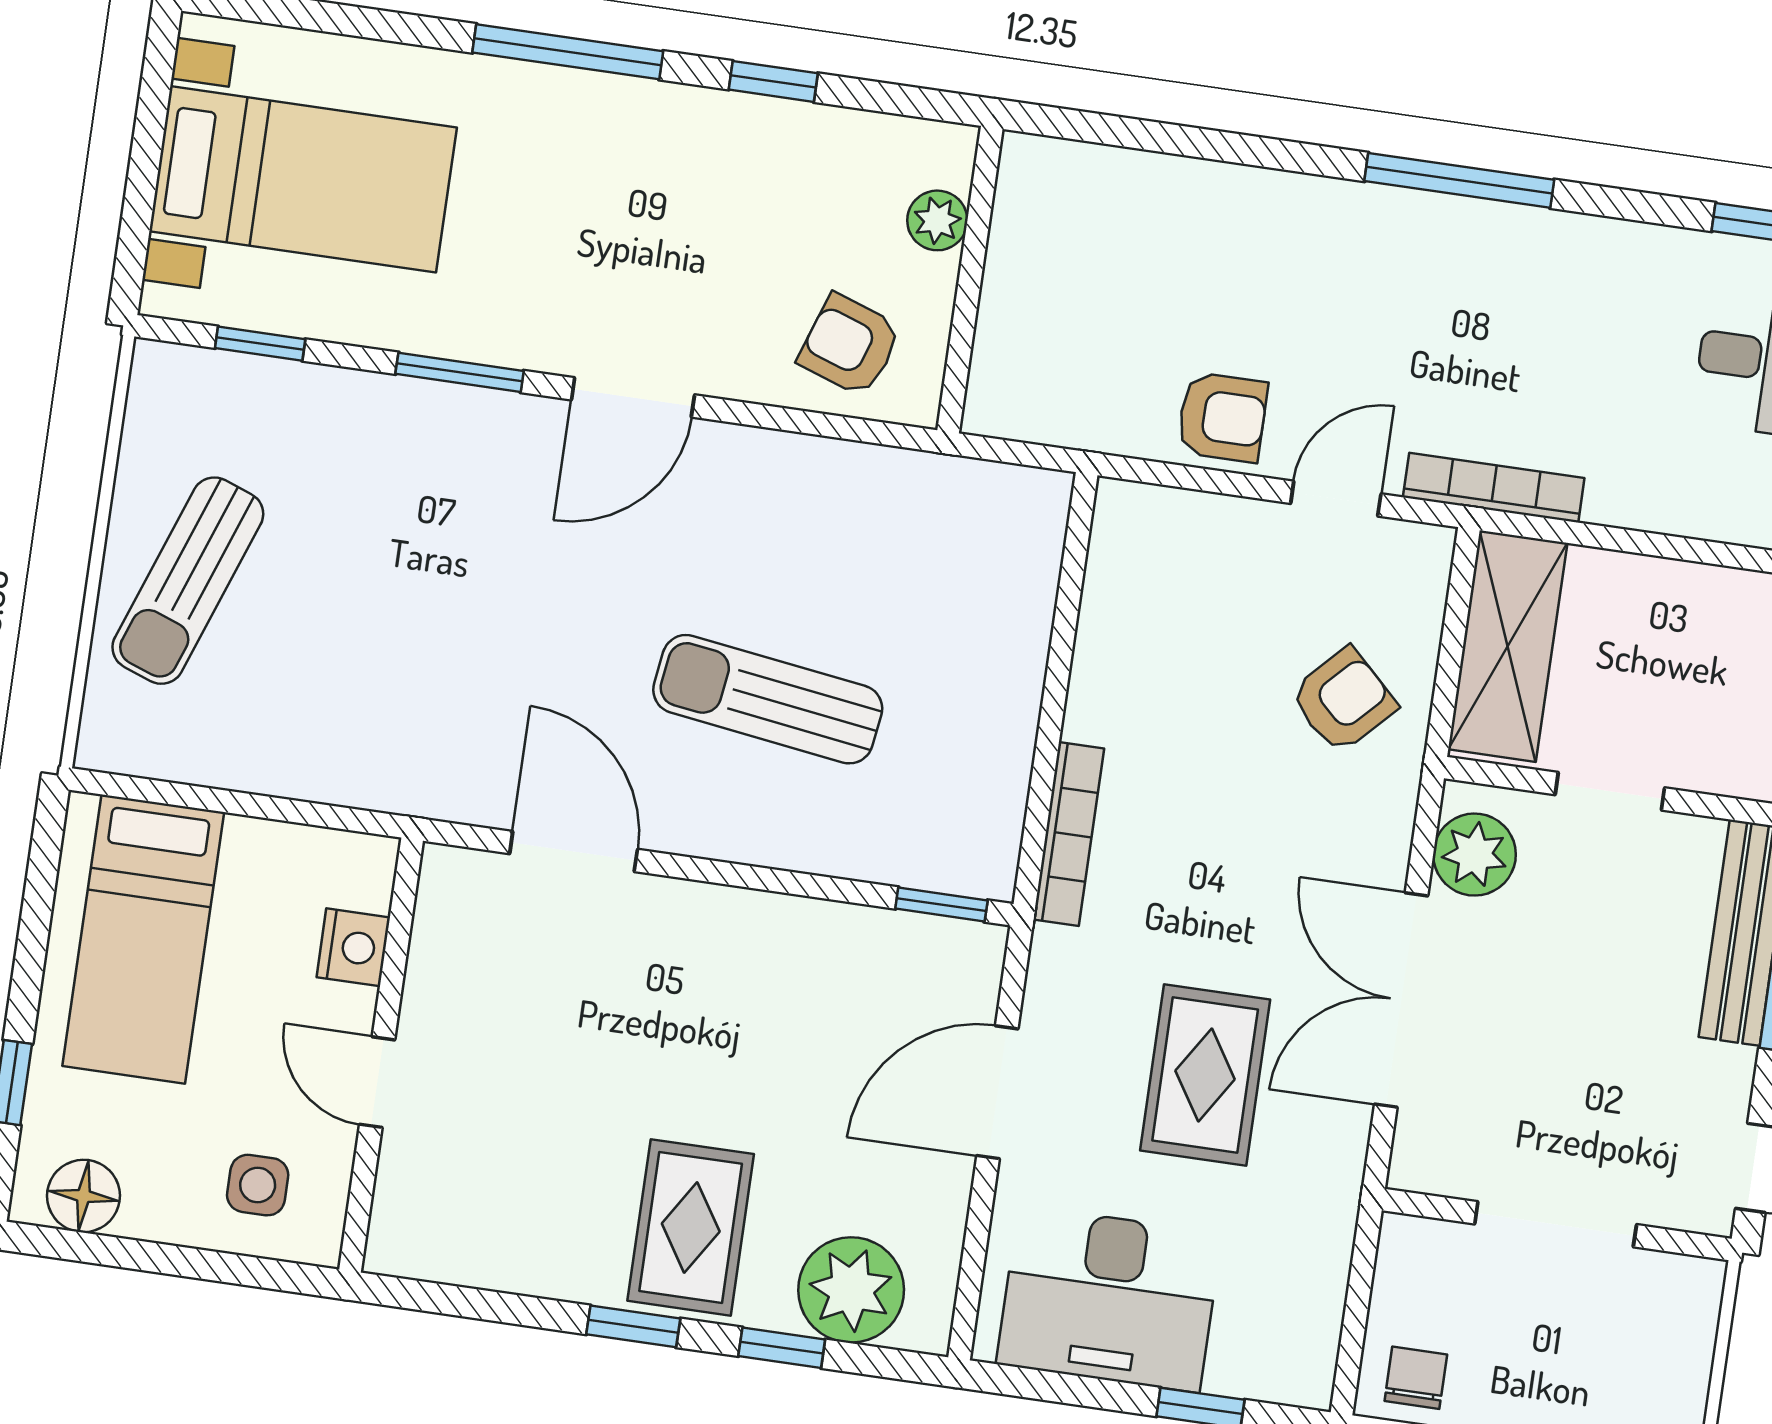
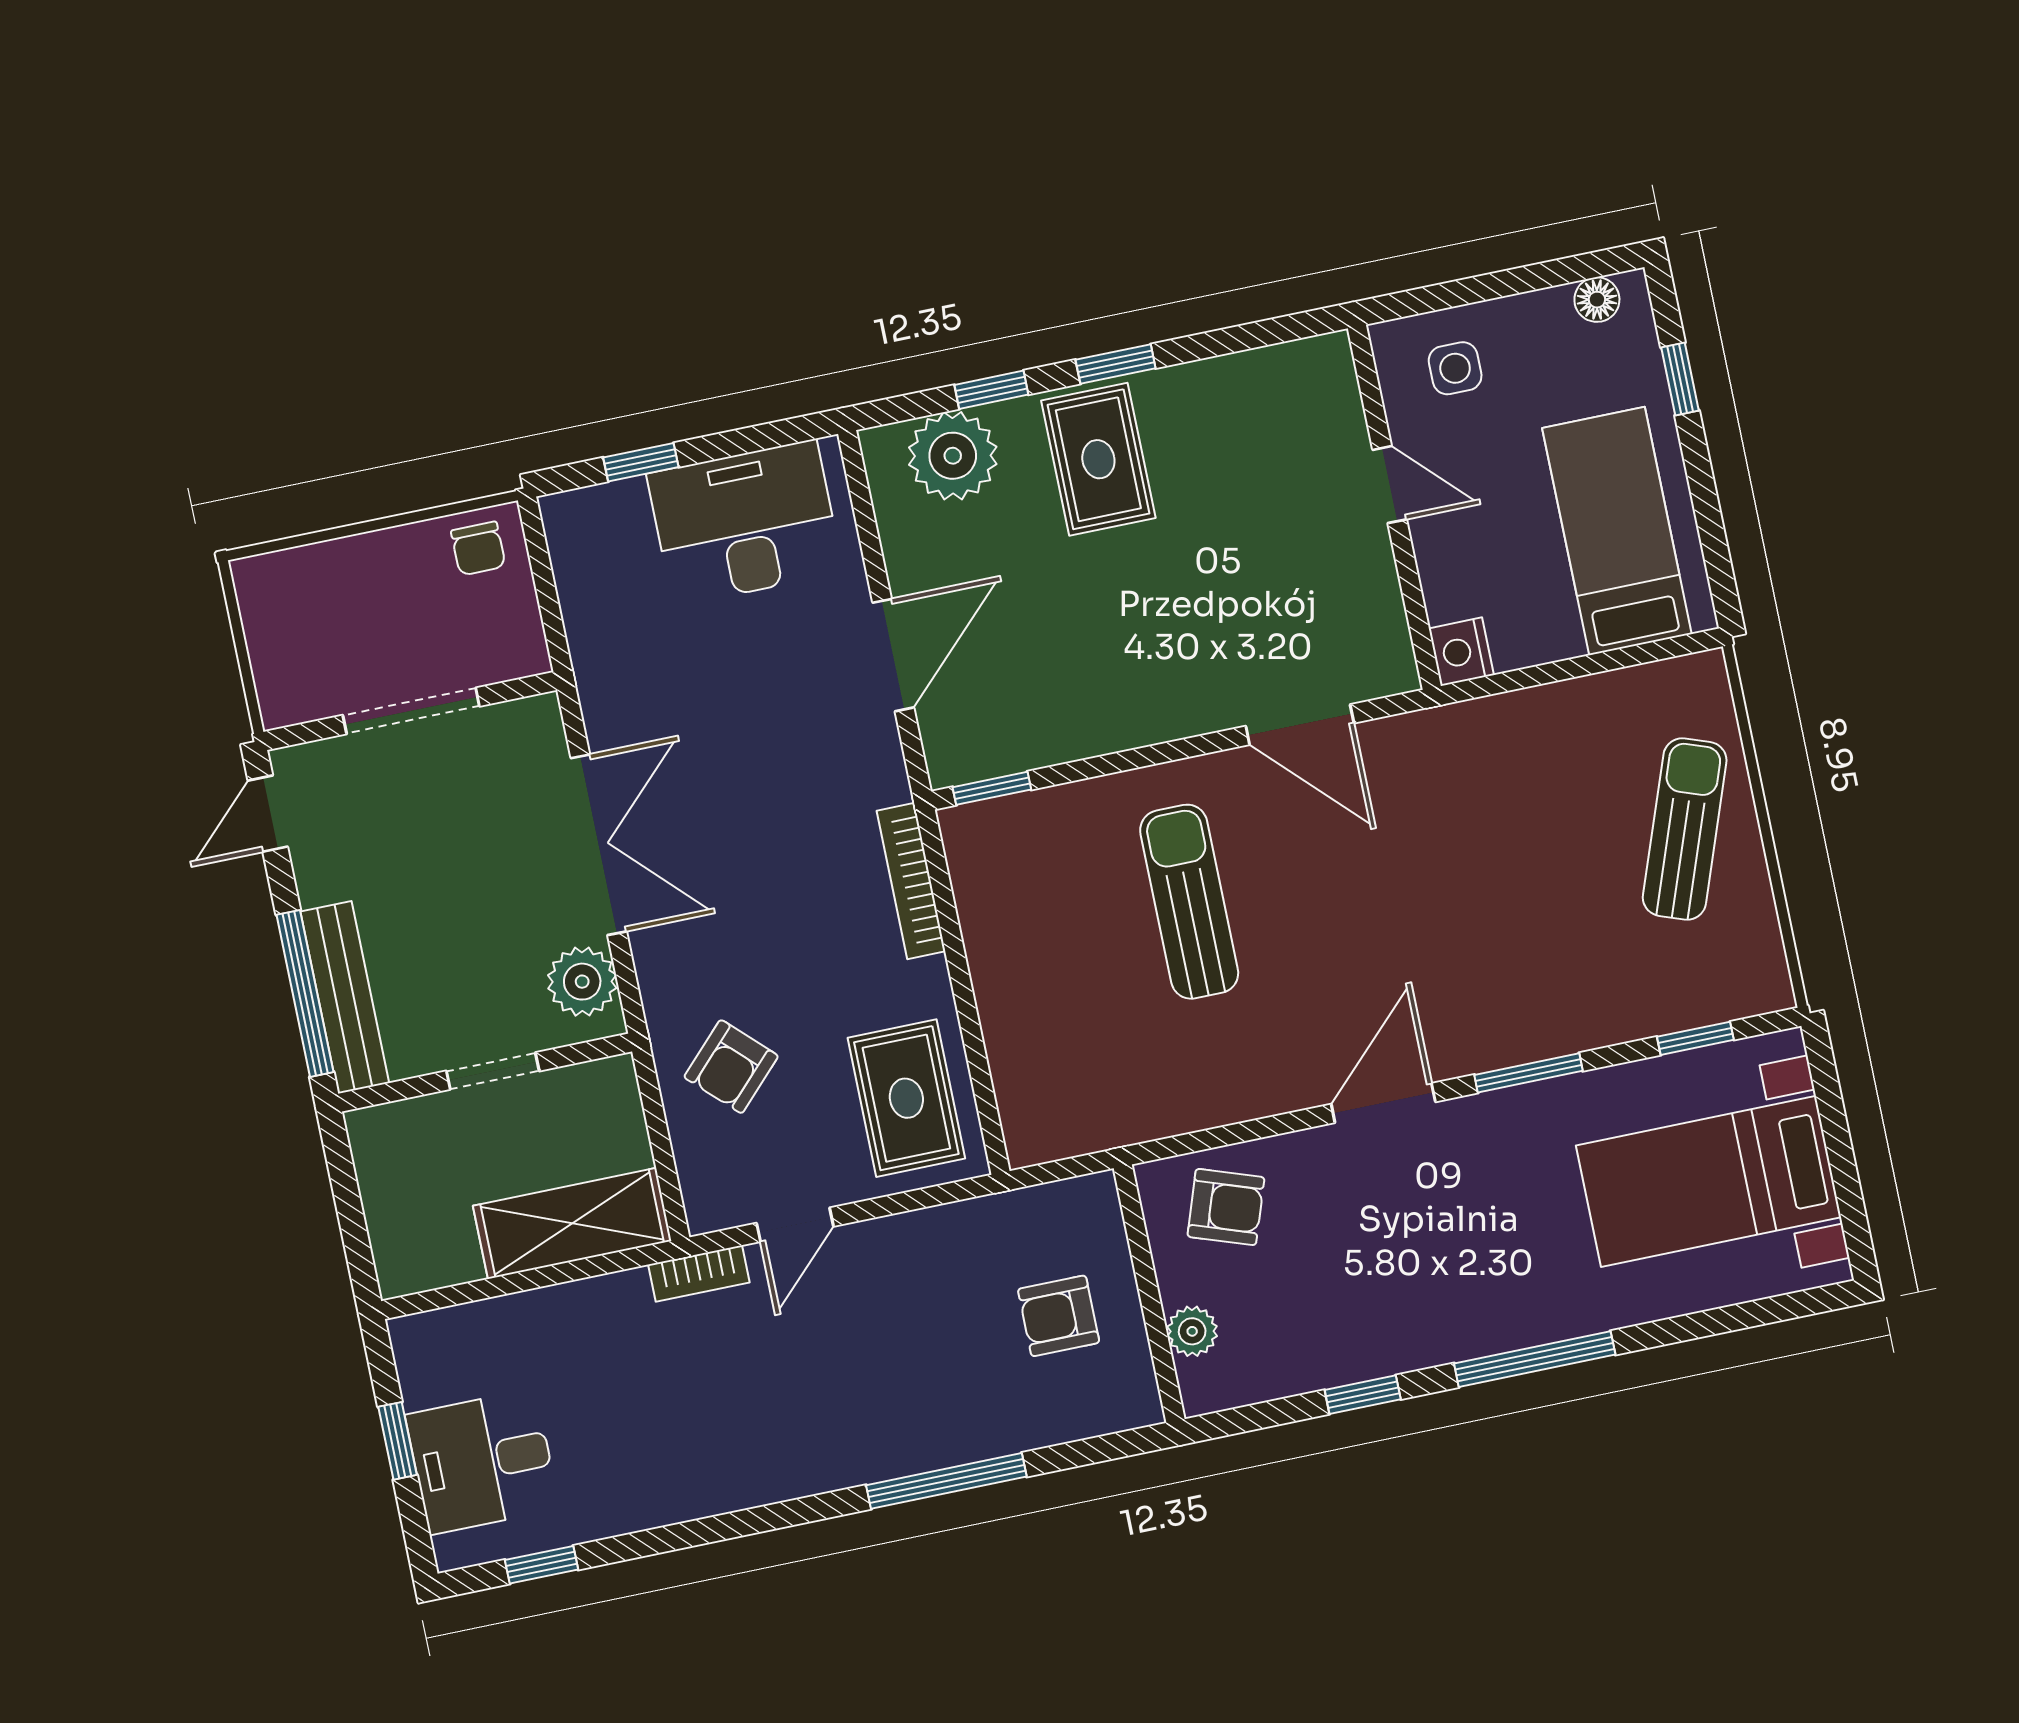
window: (1459, 180) -> (946, 1481), moved
armchair: (1222, 417) -> (1059, 1316), moved
bookcase: (1494, 488) -> (699, 1274), width x0.64
shelving: (1508, 646) -> (572, 1223), moved, turned 90
sun lounger: (768, 699) -> (1189, 902), turned -98
nightstand: (353, 947) -> (1461, 652), moved
rug: (1205, 1075) -> (906, 1098), moved
floor lamp: (83, 1196) -> (1597, 300), width x0.73, depth x0.73

